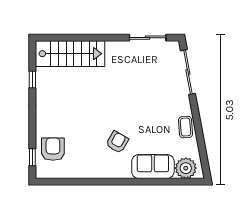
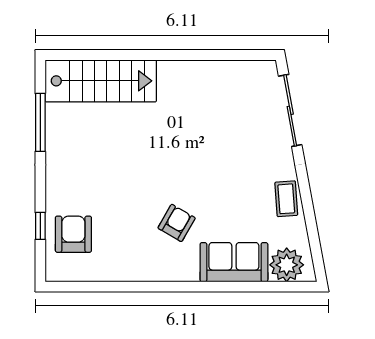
sliding door: (148, 38) -> (225, 55), removed
window: (32, 80) -> (40, 122), width x2.17
window: (32, 157) -> (40, 226), moved

